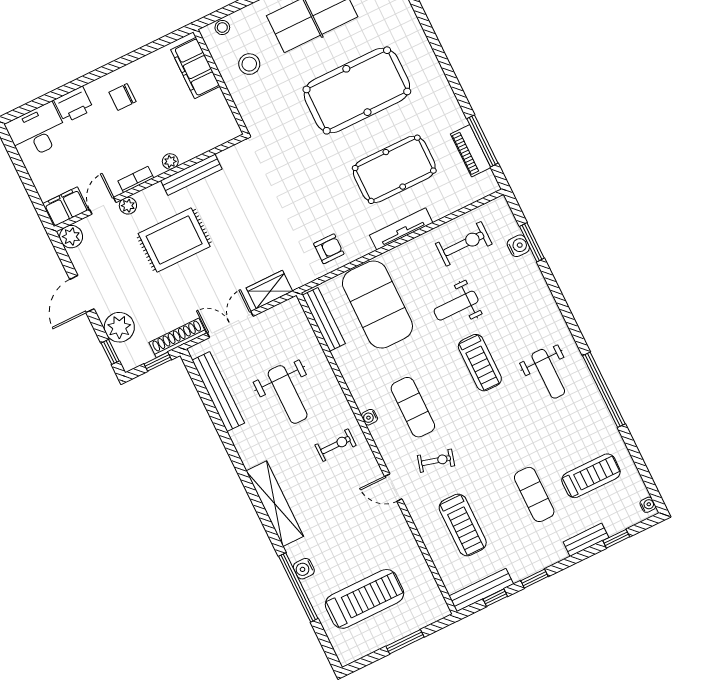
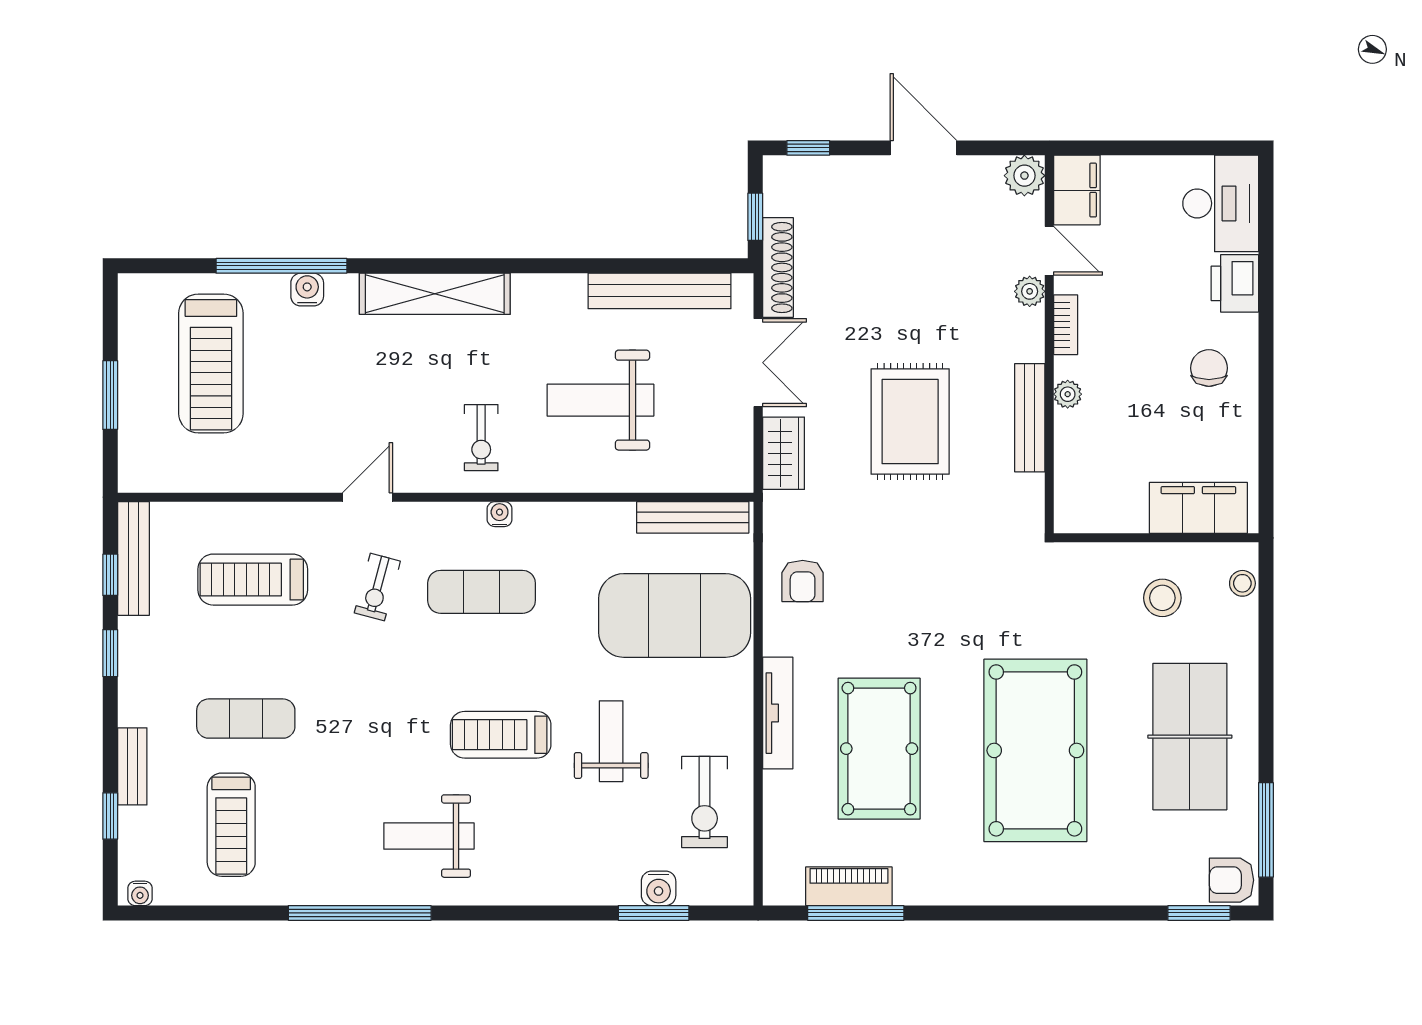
rug: (174, 240) -> (910, 422), moved
plant: (119, 327) -> (841, 182), removed

